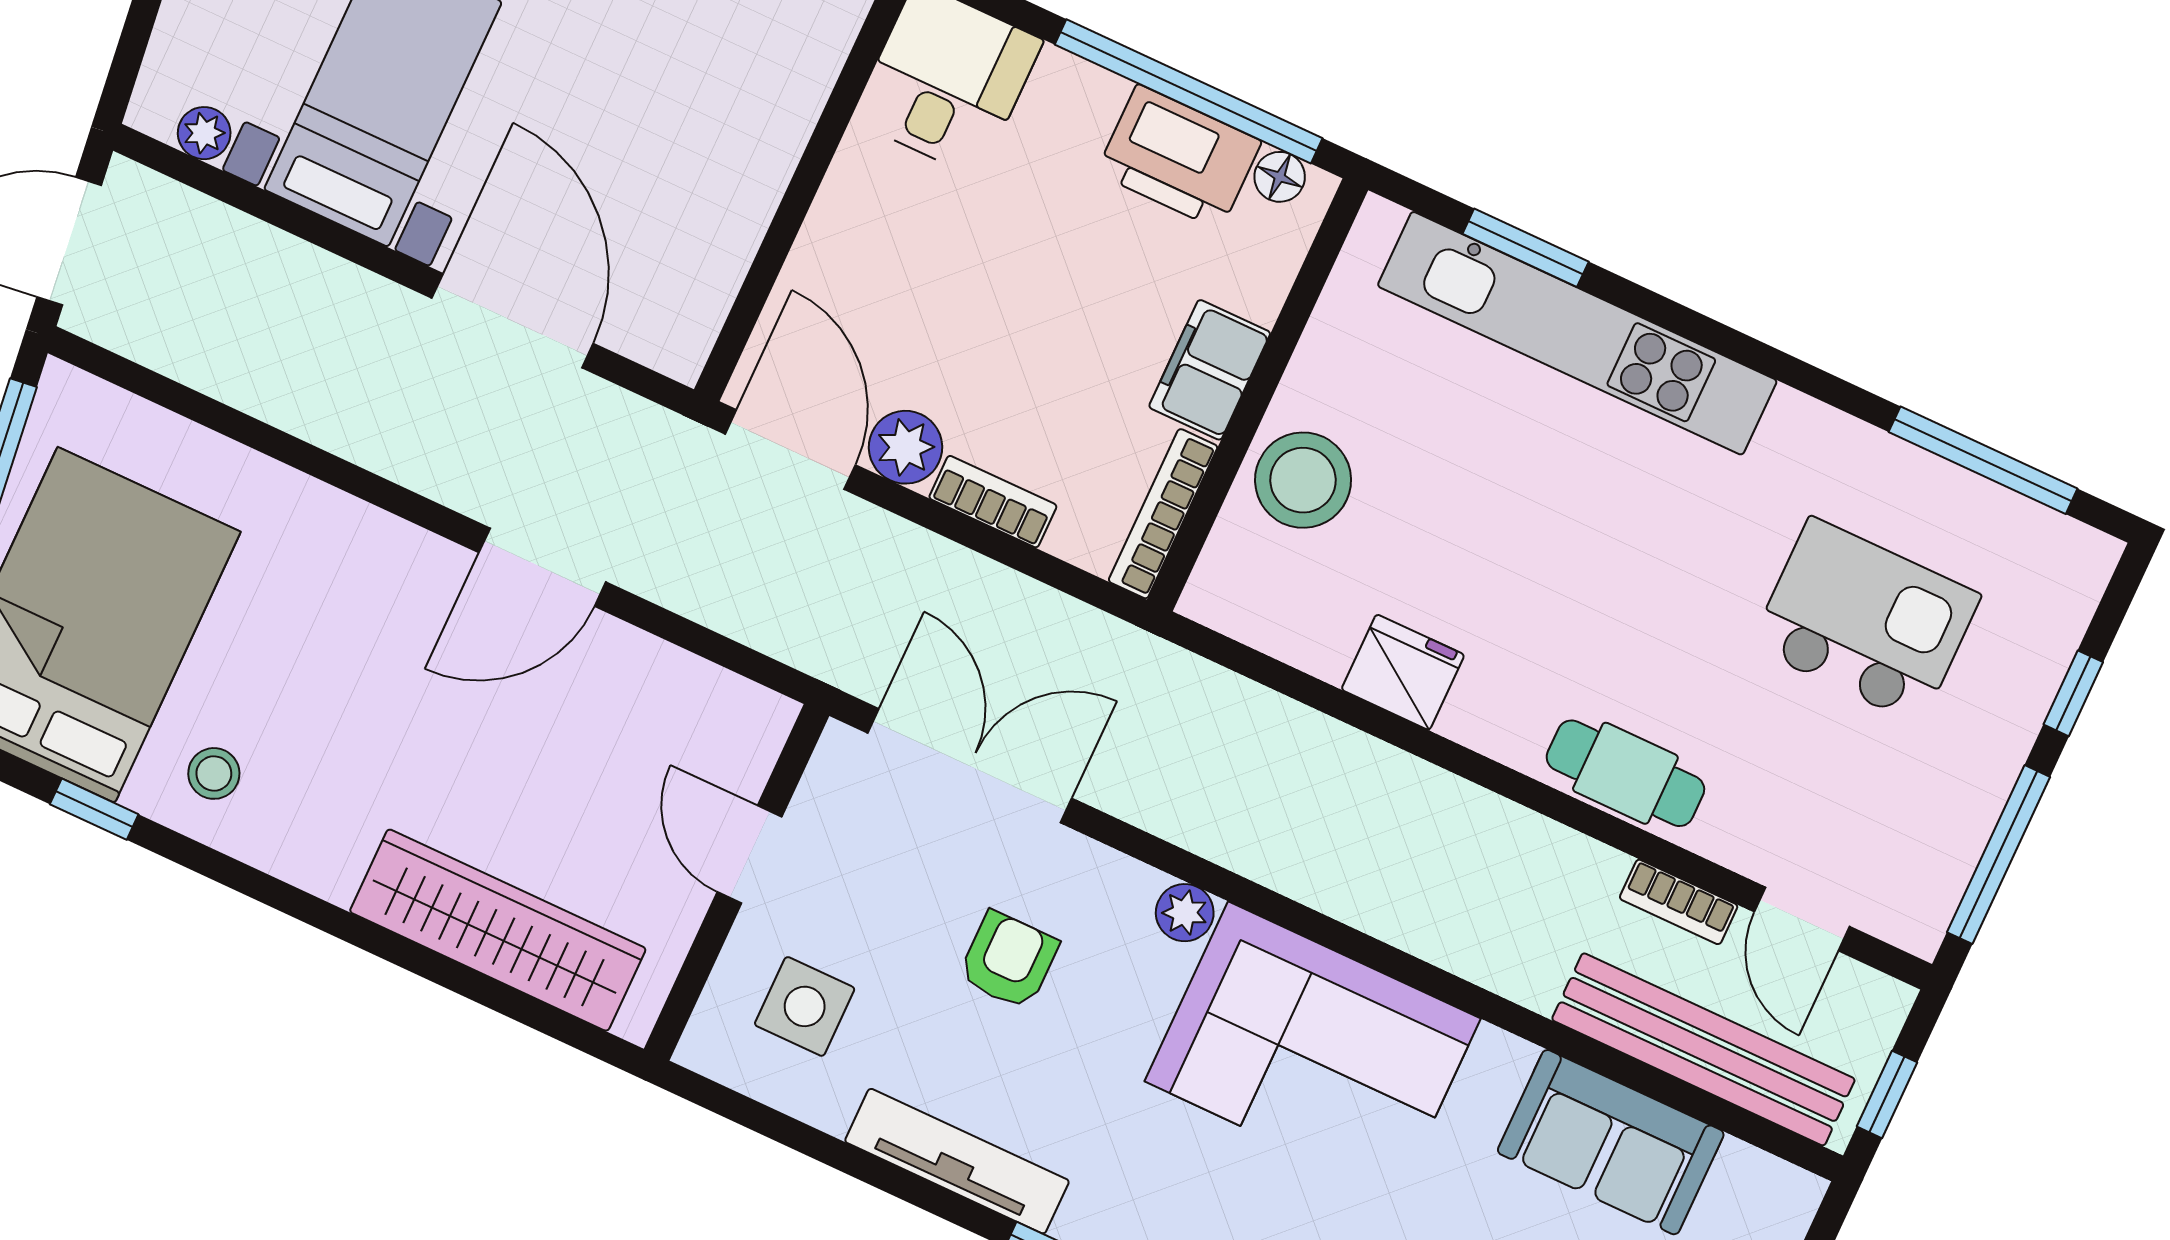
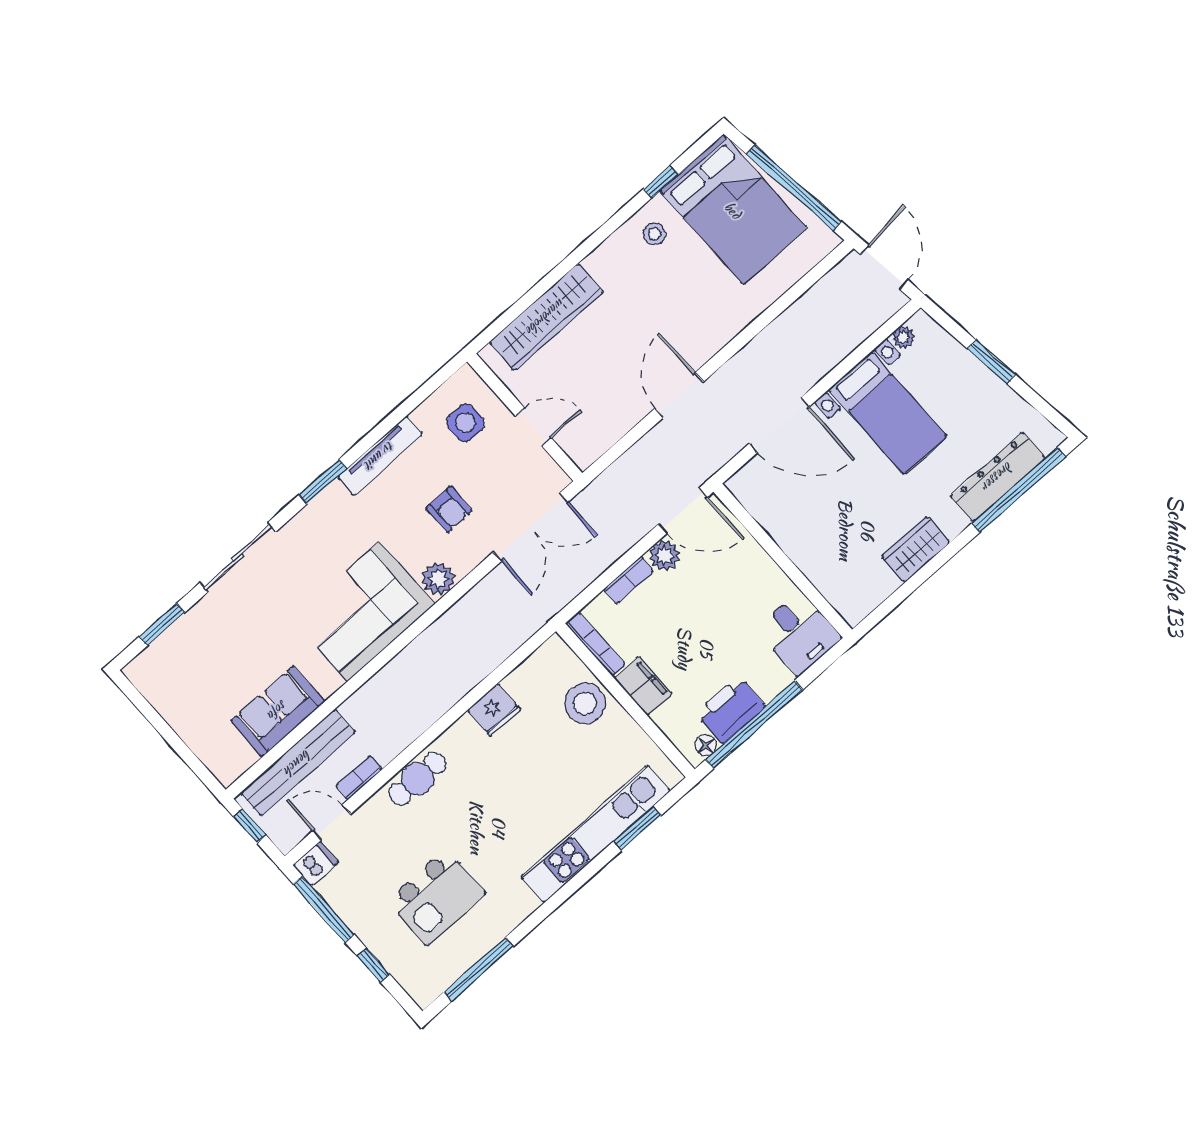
plant: (1185, 913) -> (438, 579), width x1.38, depth x1.38
dishwasher: (1907, 915) -> (316, 864), added

